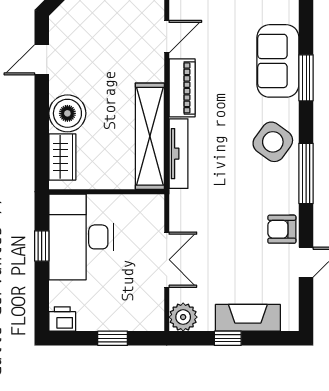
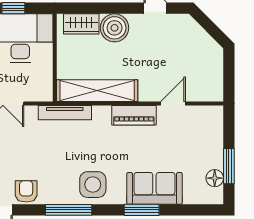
door: (167, 37) -> (173, 104), swing flipped
side table: (273, 142) -> (93, 185), turned -36
tv unit: (178, 154) -> (65, 113), moved

